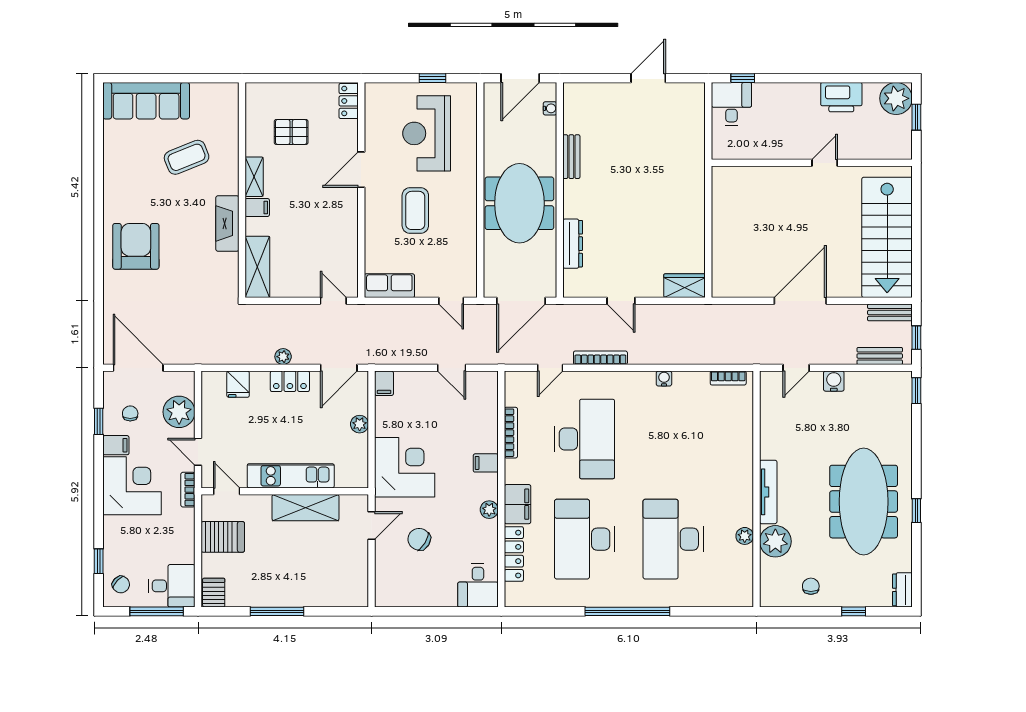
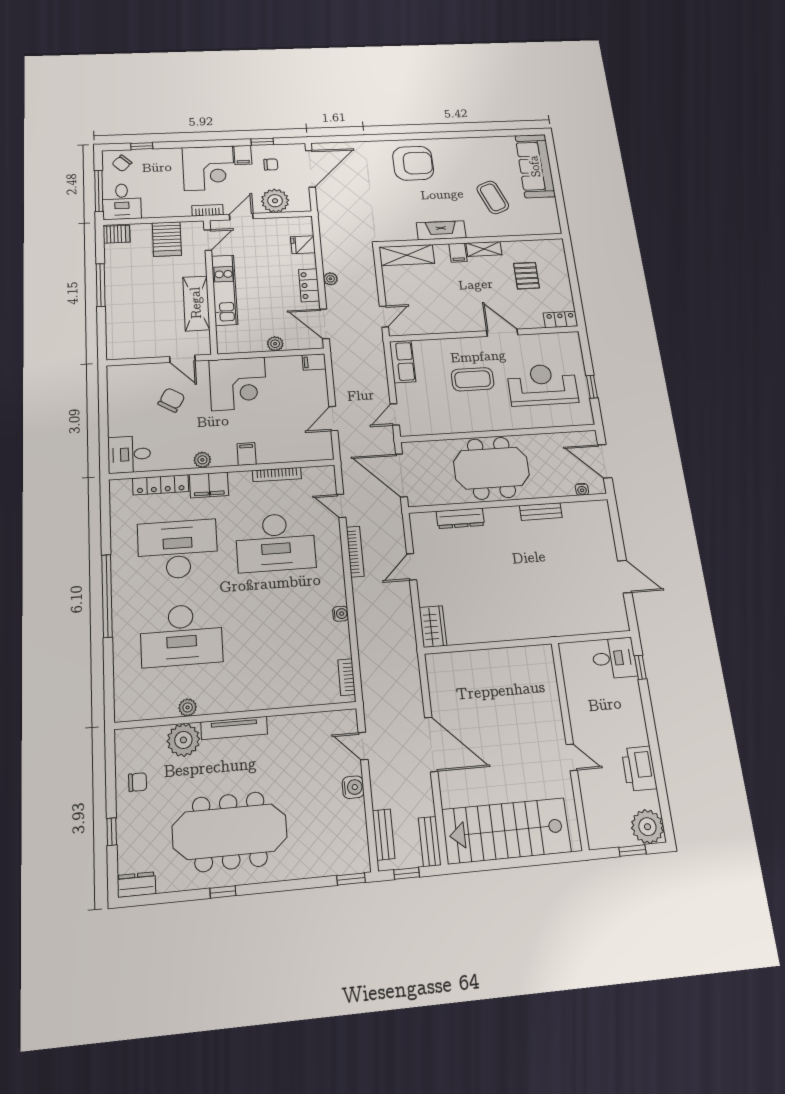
desk: (673, 539) -> (181, 635), turned 180

